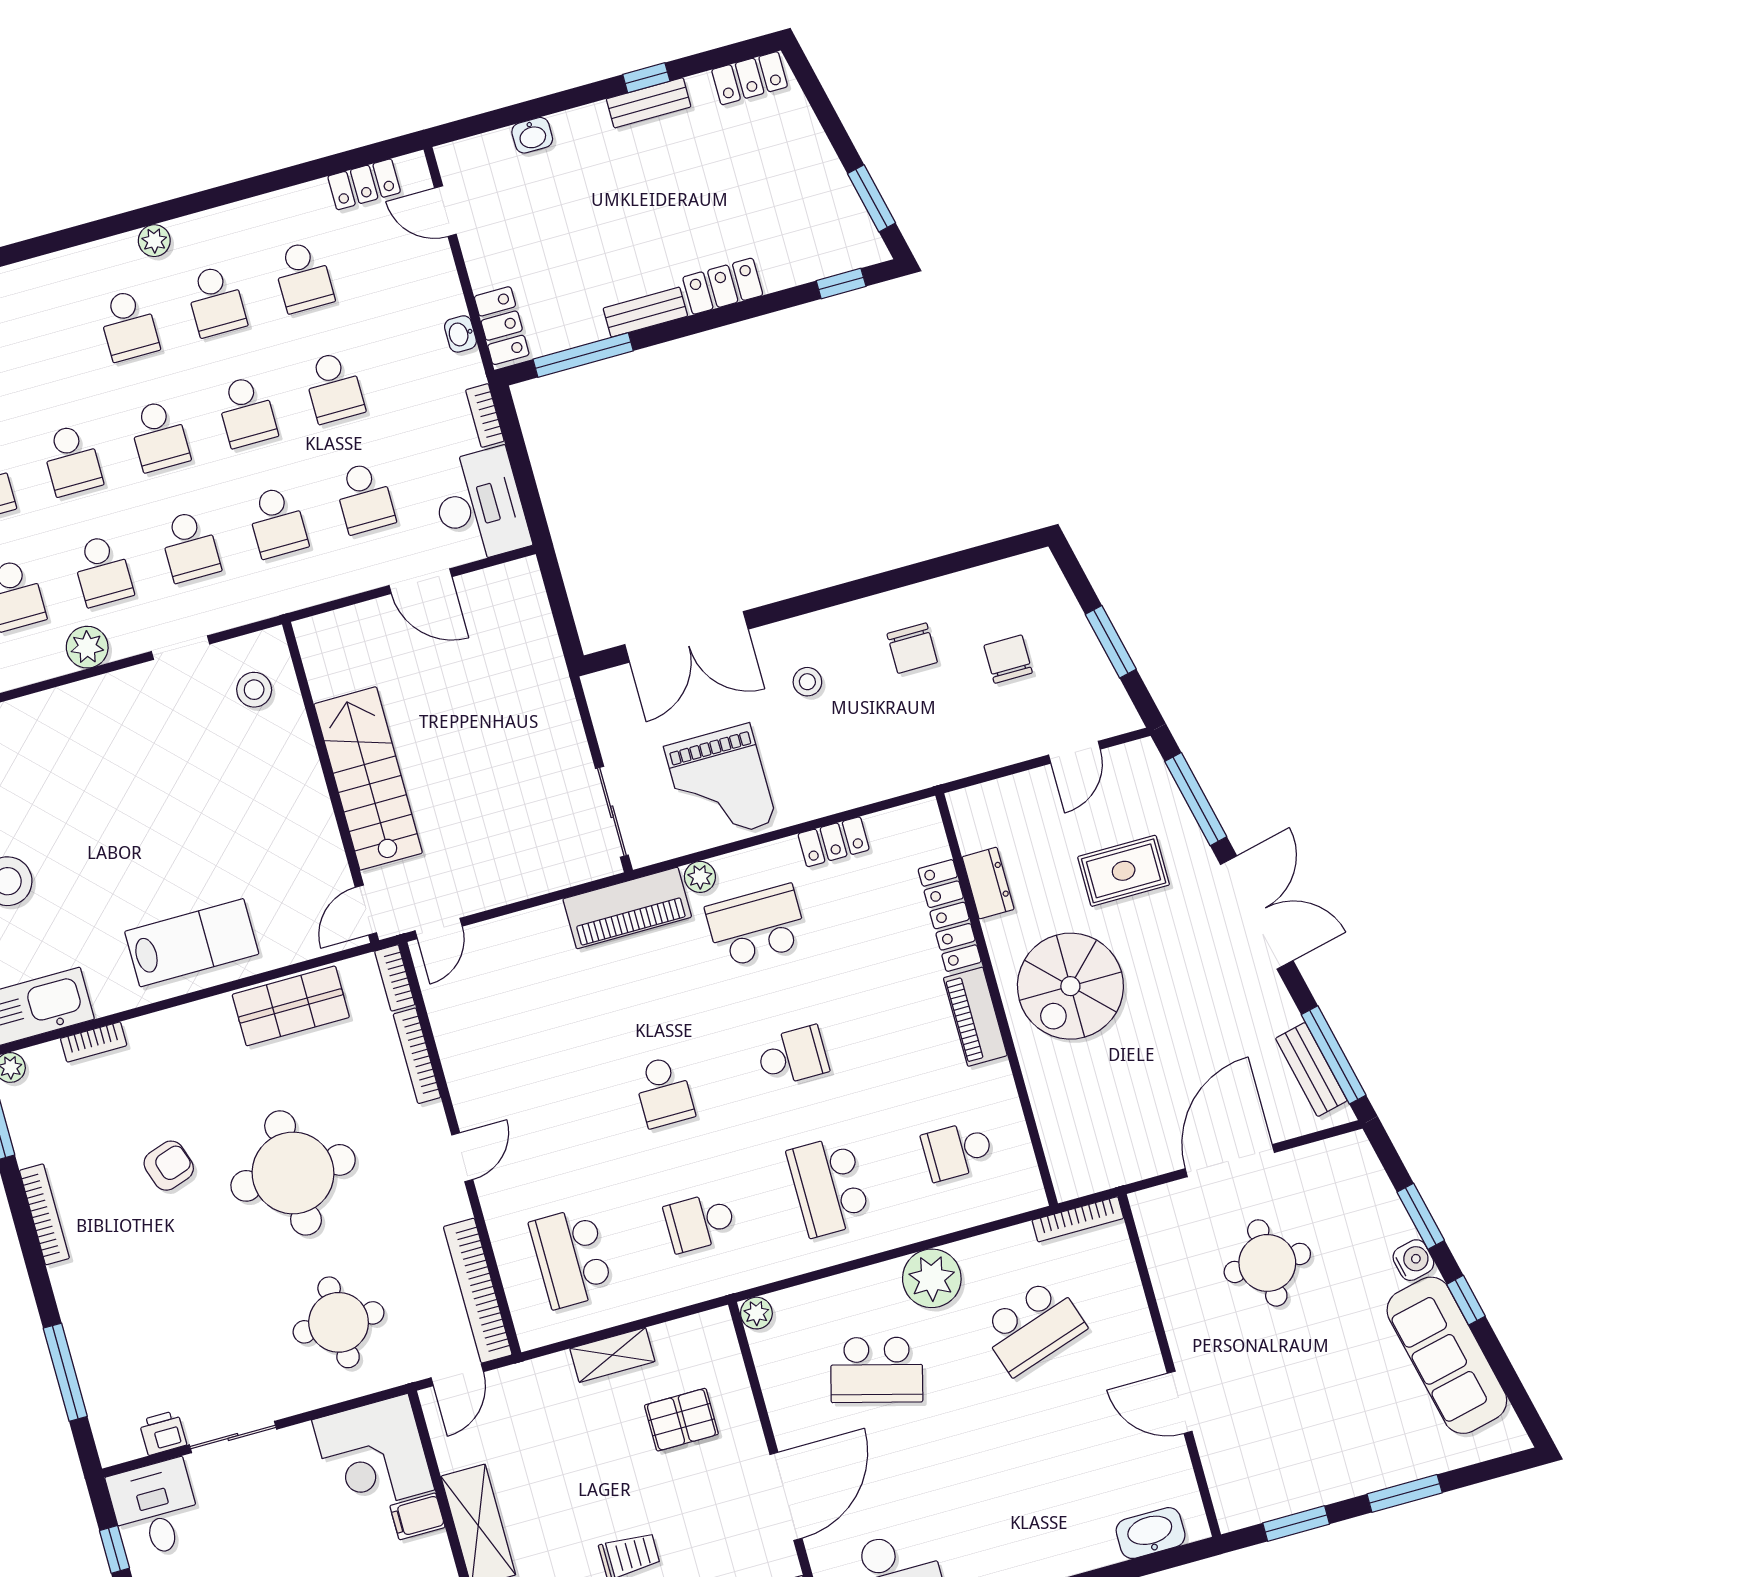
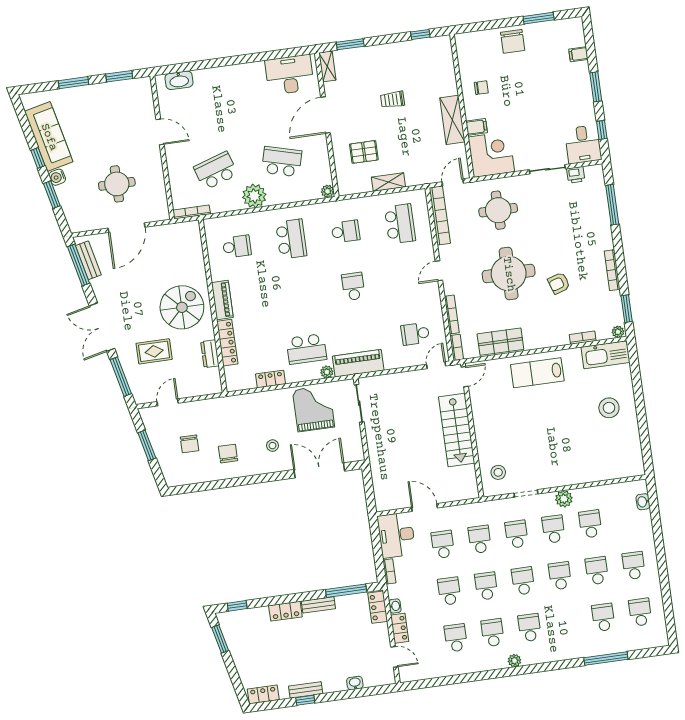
locker: (364, 184) -> (400, 628), moved, turned 90
school desk: (793, 1056) -> (415, 334), moved

